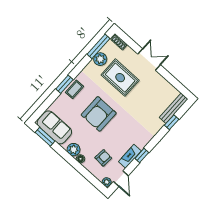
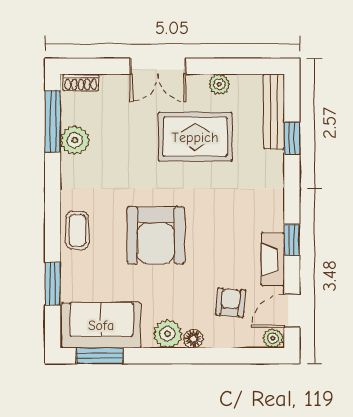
double door: (149, 59) -> (158, 66), swing flipped
rug: (120, 78) -> (195, 137), moved
plant: (164, 83) -> (219, 84), added
window: (64, 84) -> (53, 284), moved
door: (121, 179) -> (292, 311), swing flipped

